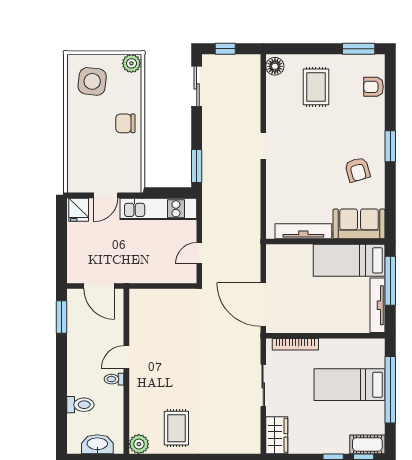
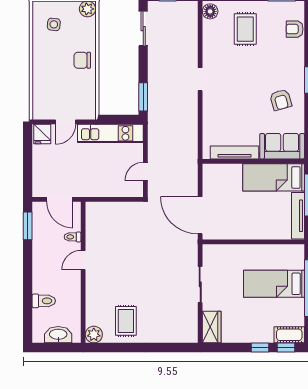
side table: (92, 81) -> (54, 24), width x0.54, depth x0.54
bookcase: (295, 344) -> (228, 249), removed
toilet: (114, 379) -> (73, 237), moved

